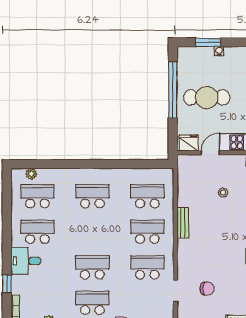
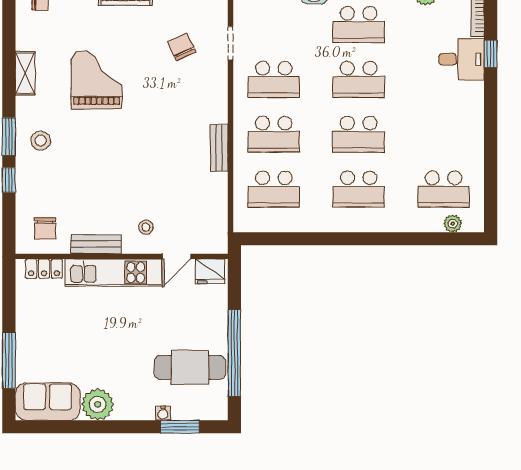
cafe table: (207, 97) -> (190, 367), moved
stool: (223, 193) -> (146, 227), moved
school desk: (37, 232) -> (359, 134), moved
desk: (26, 261) -> (462, 59), moved
chair: (207, 289) -> (181, 47), turned 64

